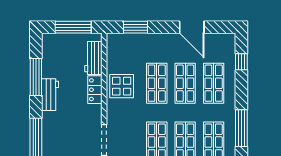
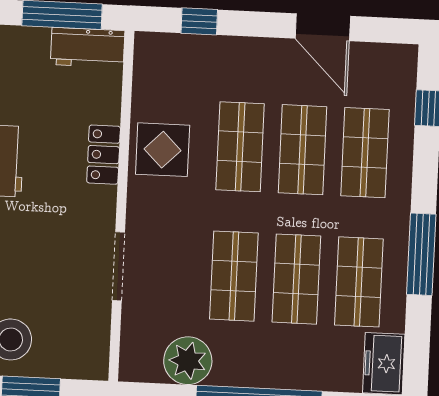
window: (136, 27) -> (199, 21), width x0.67
workbench: (93, 58) -> (88, 48), moved, turned -90

